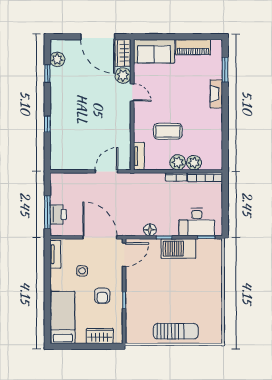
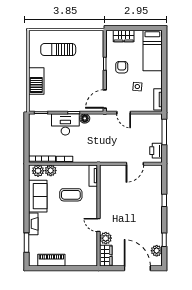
door: (98, 37) -> (137, 268), moved
sofa: (154, 51) -> (38, 196), moved, turned 90
plant: (178, 162) -> (38, 171), moved
door: (106, 171) -> (135, 164), moved
printer: (58, 214) -> (156, 151), moved
desk: (197, 222) -> (65, 124), moved
door: (100, 237) -> (124, 113), width x0.53
barbecue: (178, 249) -> (36, 81), moved, turned 90
sun lounger: (176, 331) -> (58, 50), moved

